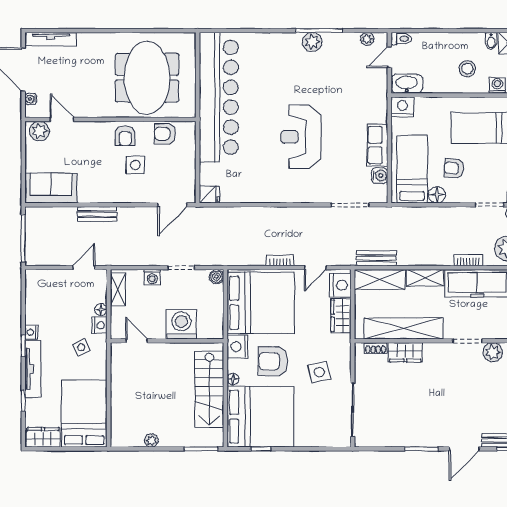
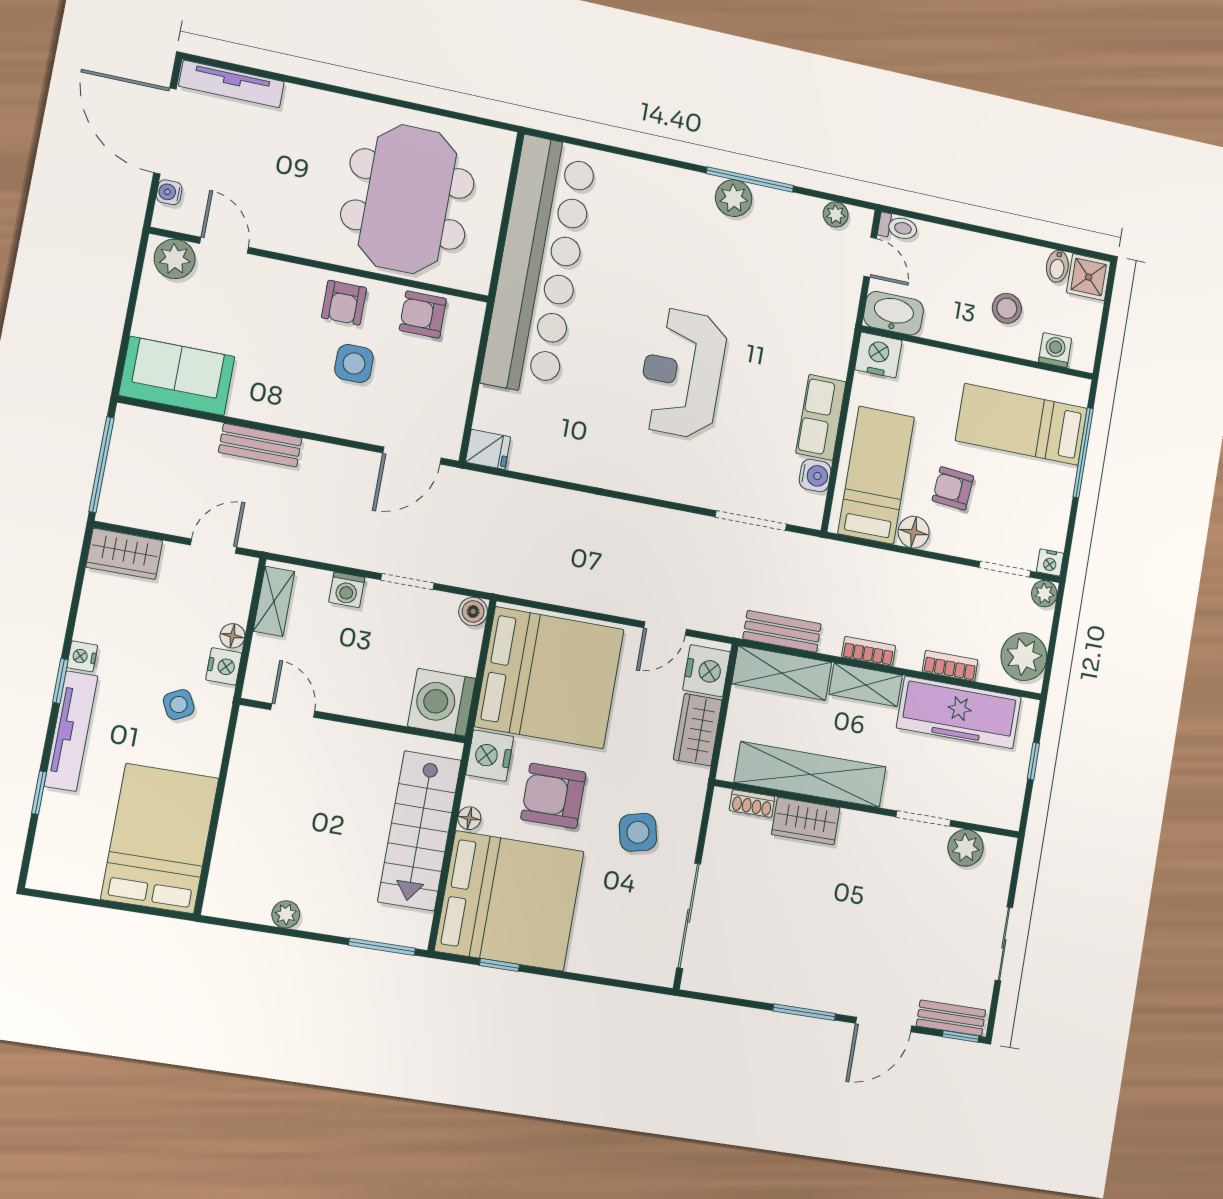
door: (389, 57) -> (870, 257), swing flipped
bookcase: (280, 260) -> (869, 651), moved
washing machine: (181, 324) -> (442, 702), moved, turned -90
wardrobe: (43, 437) -> (124, 554), moved, turned 180

